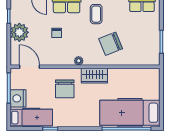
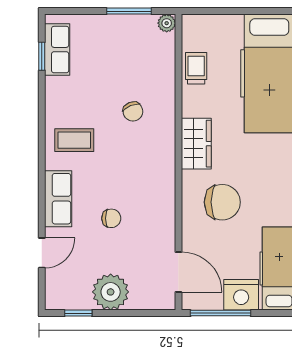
chair: (111, 44) -> (133, 111), width x0.54, depth x0.54
plant: (79, 61) -> (167, 23), moved
door: (30, 67) -> (178, 272), swing flipped
trolley: (133, 76) -> (196, 68), added

